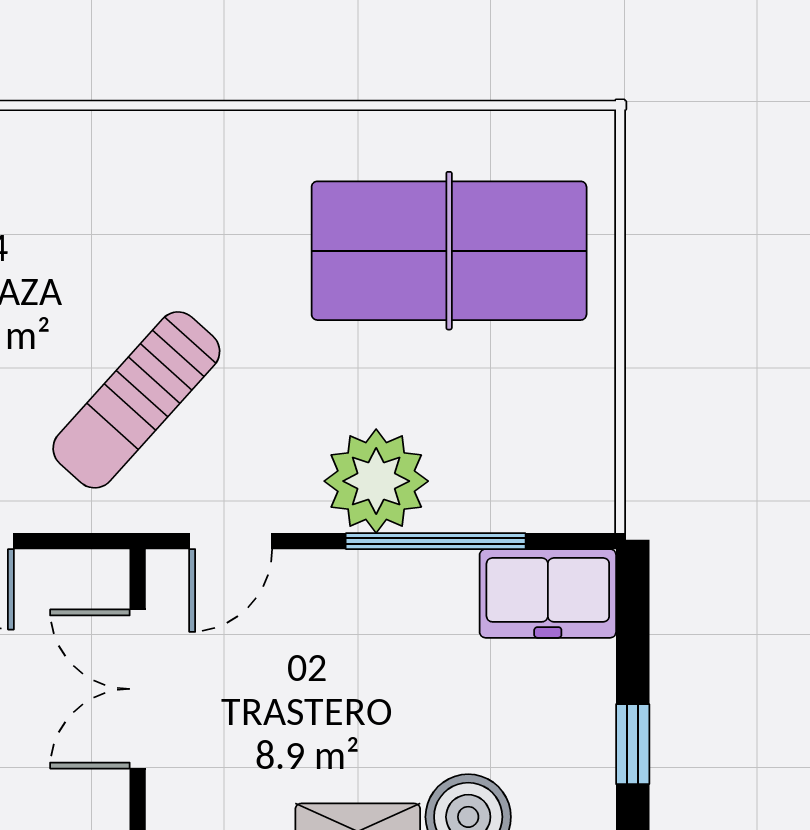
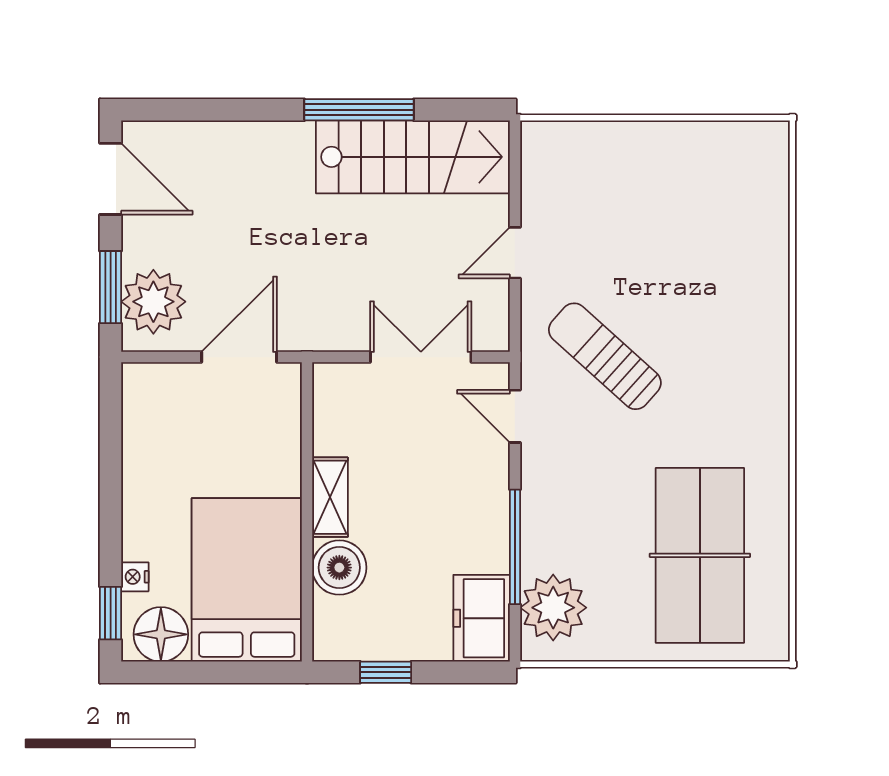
plant: (376, 481) -> (553, 608), moved

